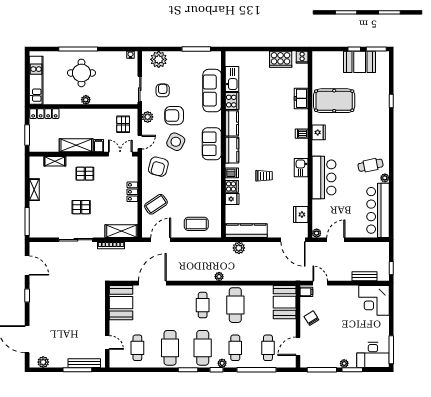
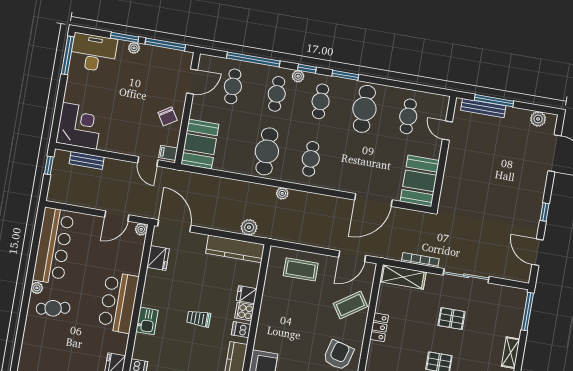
cafe table: (203, 348) -> (321, 101), width x0.73, depth x0.74

